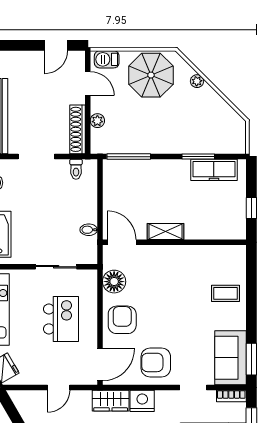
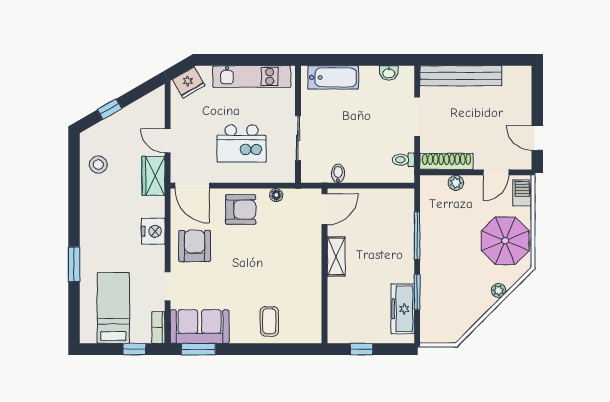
window: (129, 157) -> (417, 236), moved
floor lamp: (114, 282) -> (276, 195), width x0.53, depth x0.53
wardrobe: (111, 401) -> (153, 176), moved

